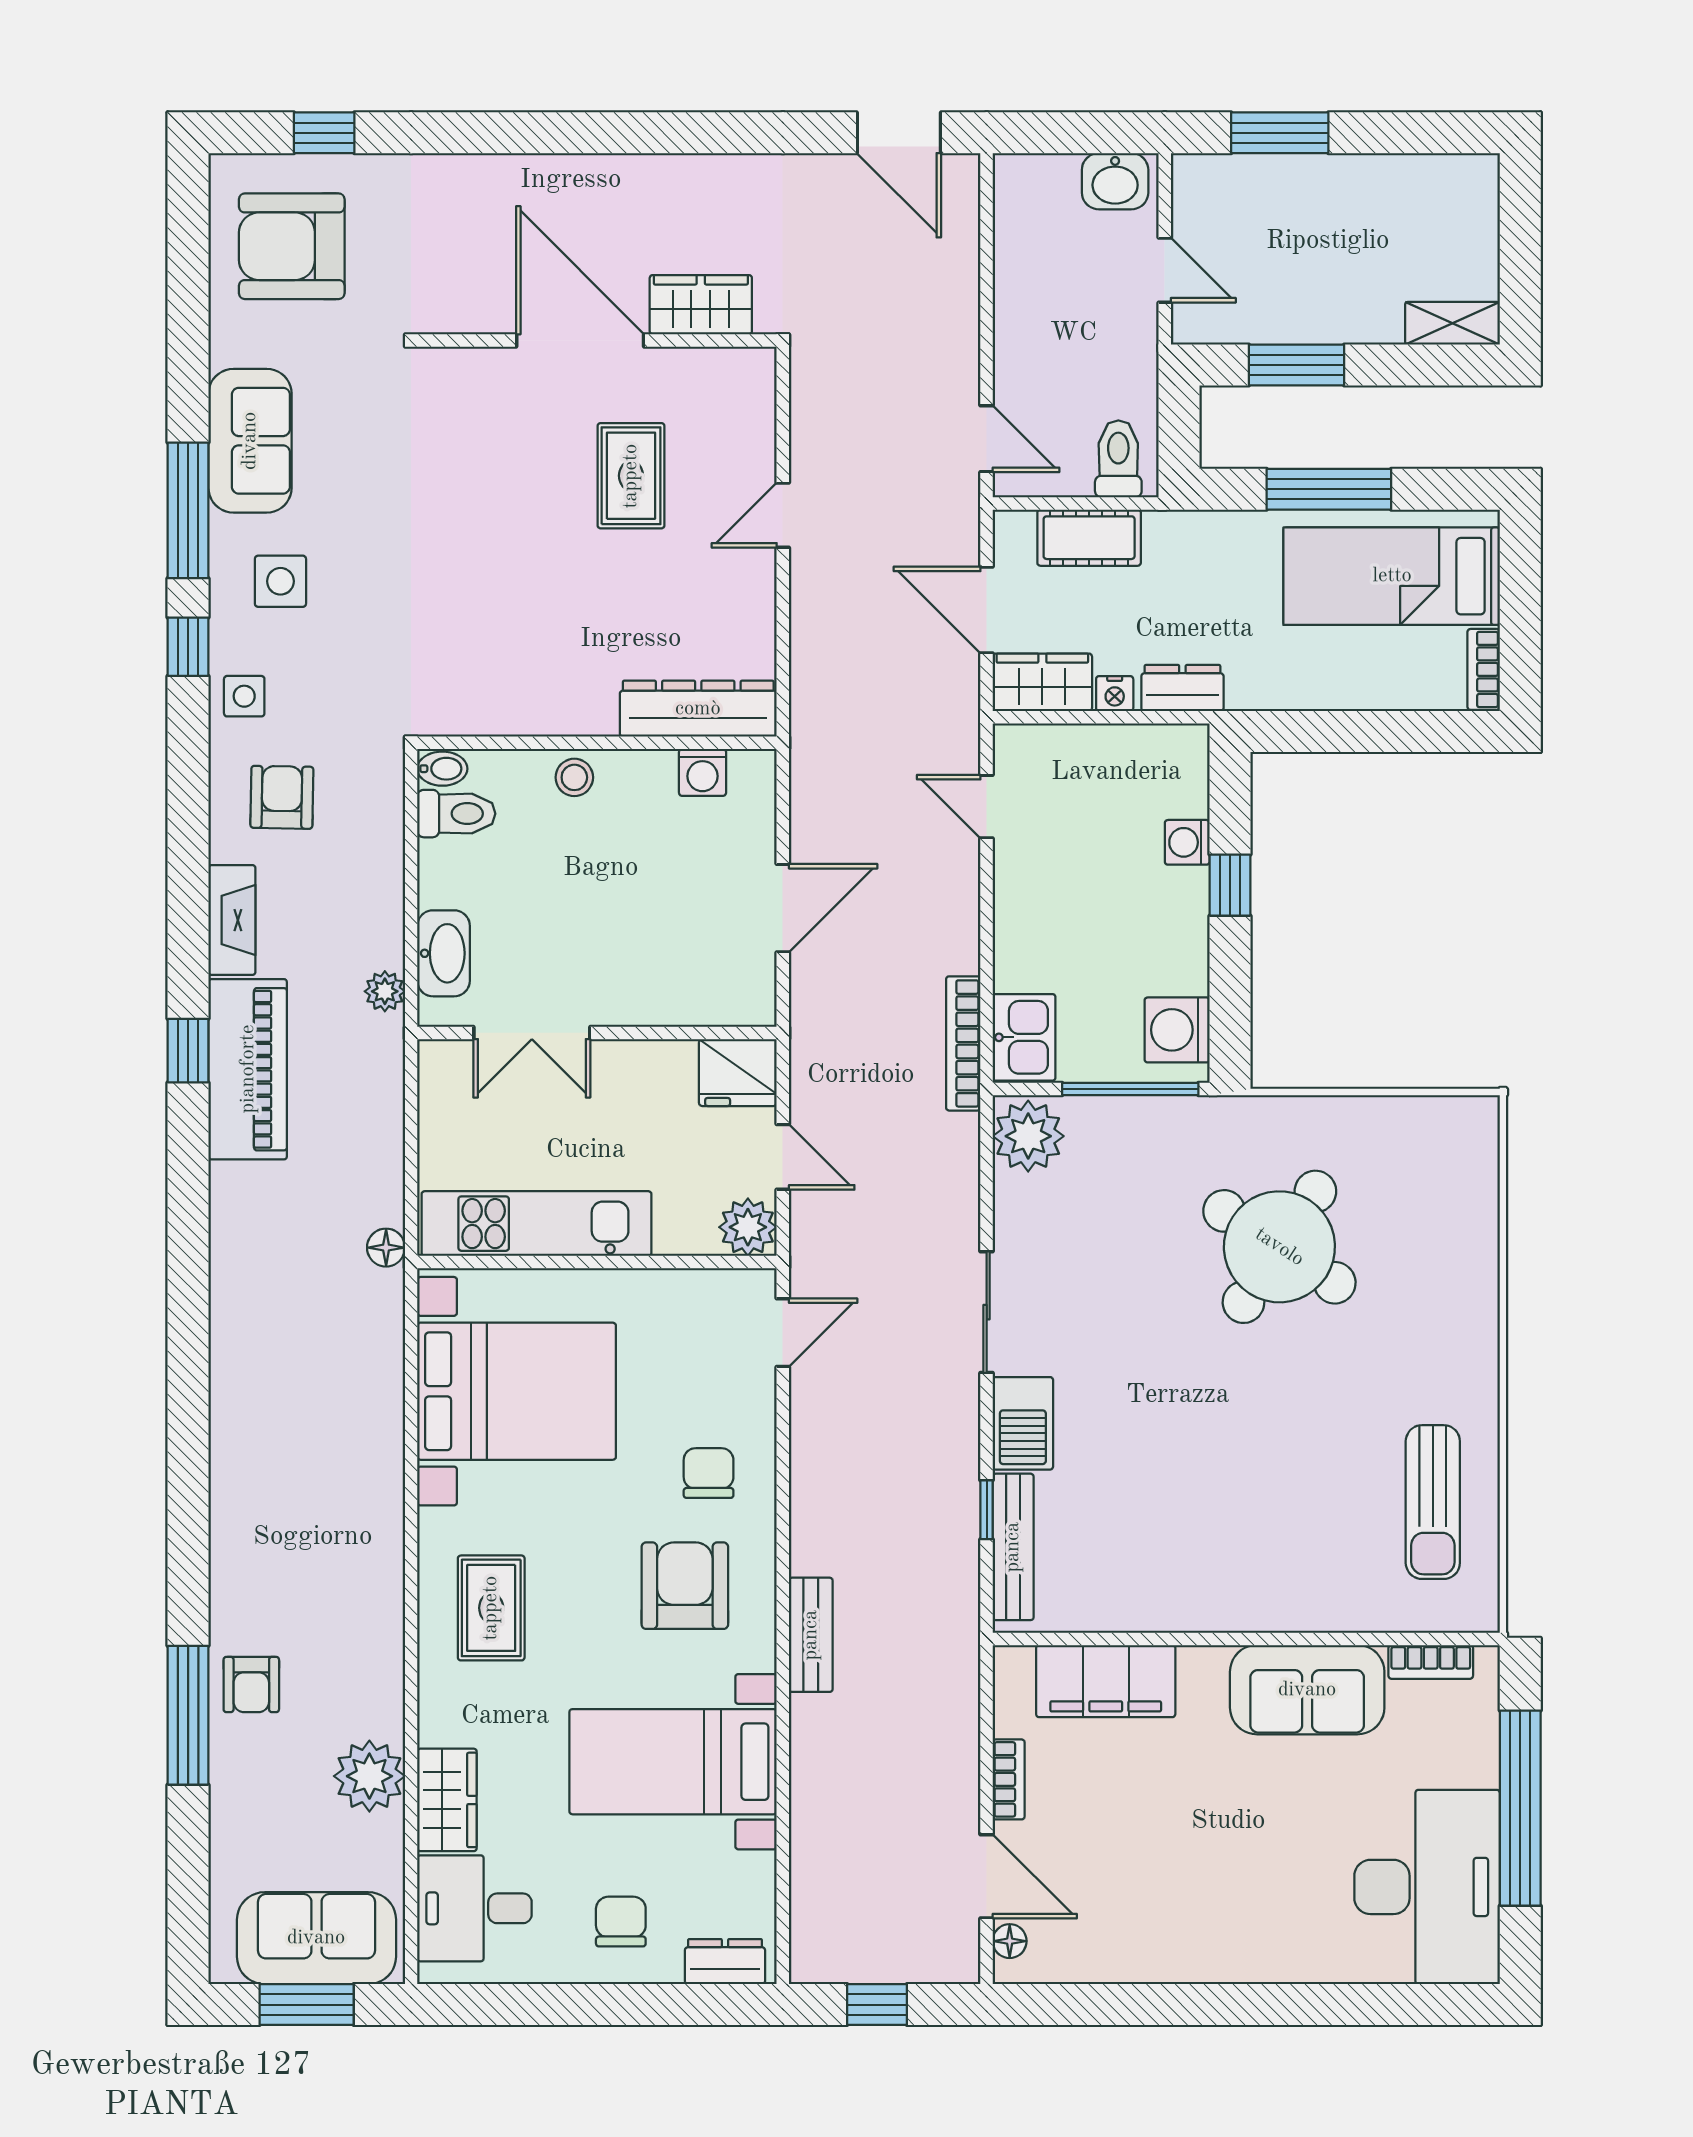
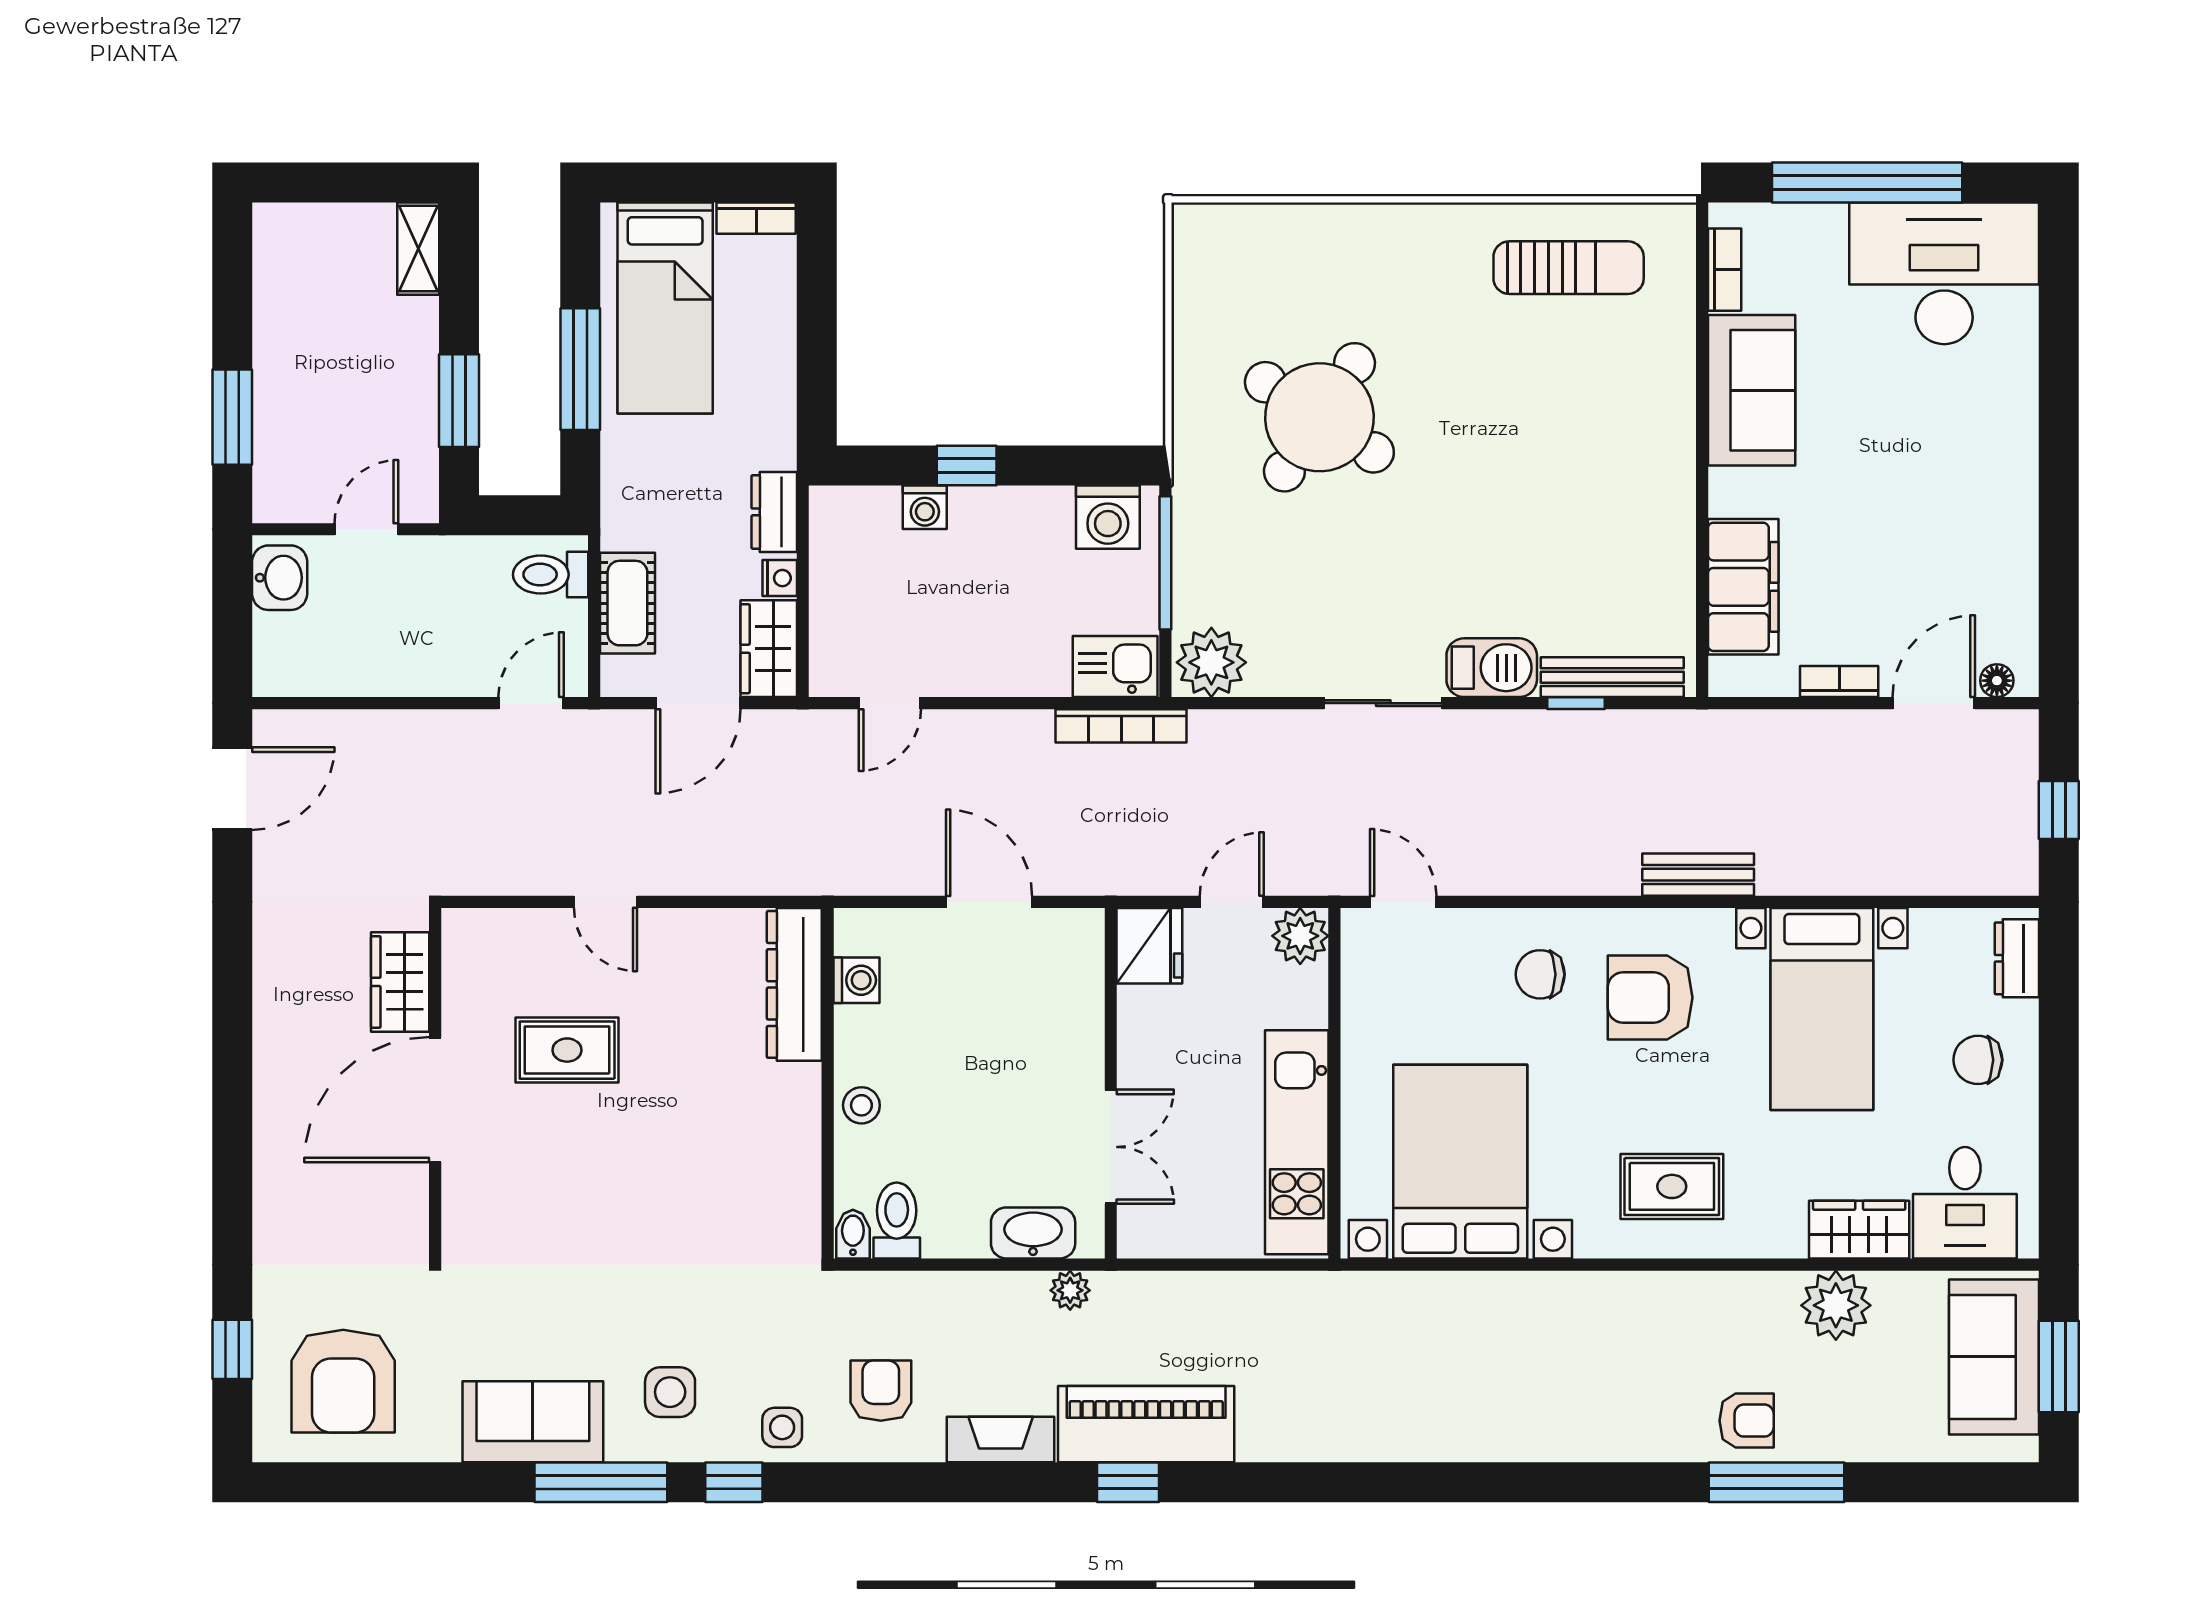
armchair: (282, 797) -> (881, 1391), turned 89
floor lamp: (386, 1248) -> (1320, 1289), removed

